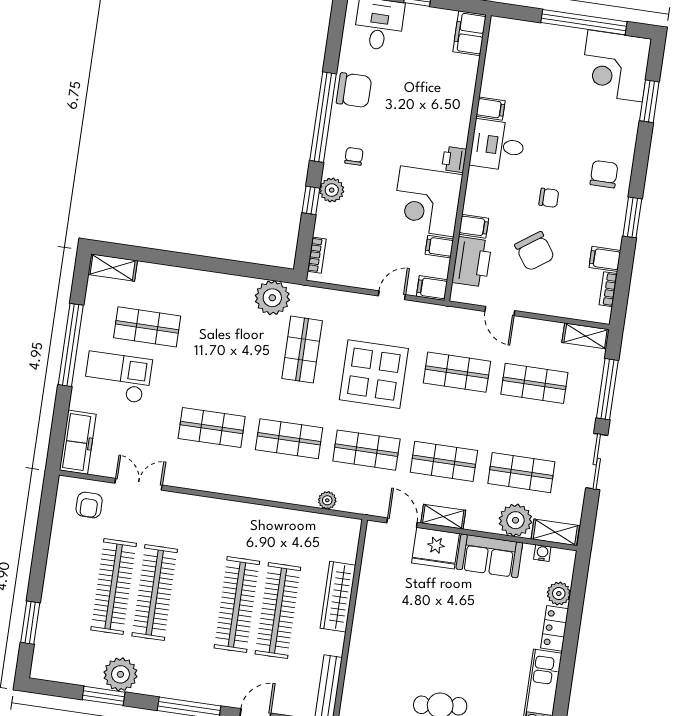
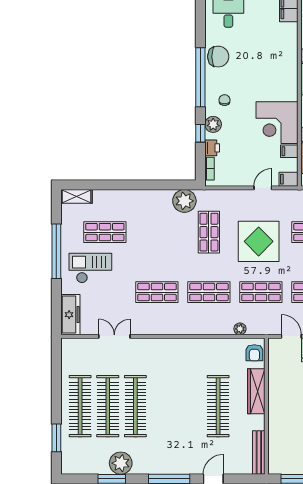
printer: (454, 159) -> (212, 148), moved, turned 180
armchair: (89, 505) -> (254, 353), moved
clothes rail: (237, 605) -> (80, 406), moved

